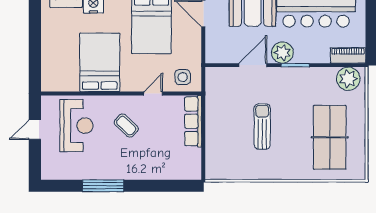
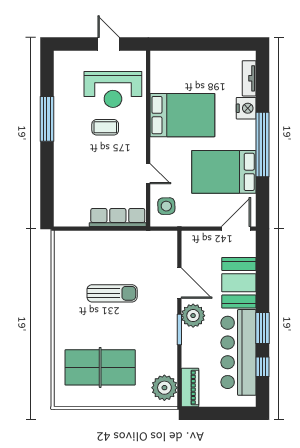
coffee table: (126, 126) -> (105, 127), moved, turned 46

